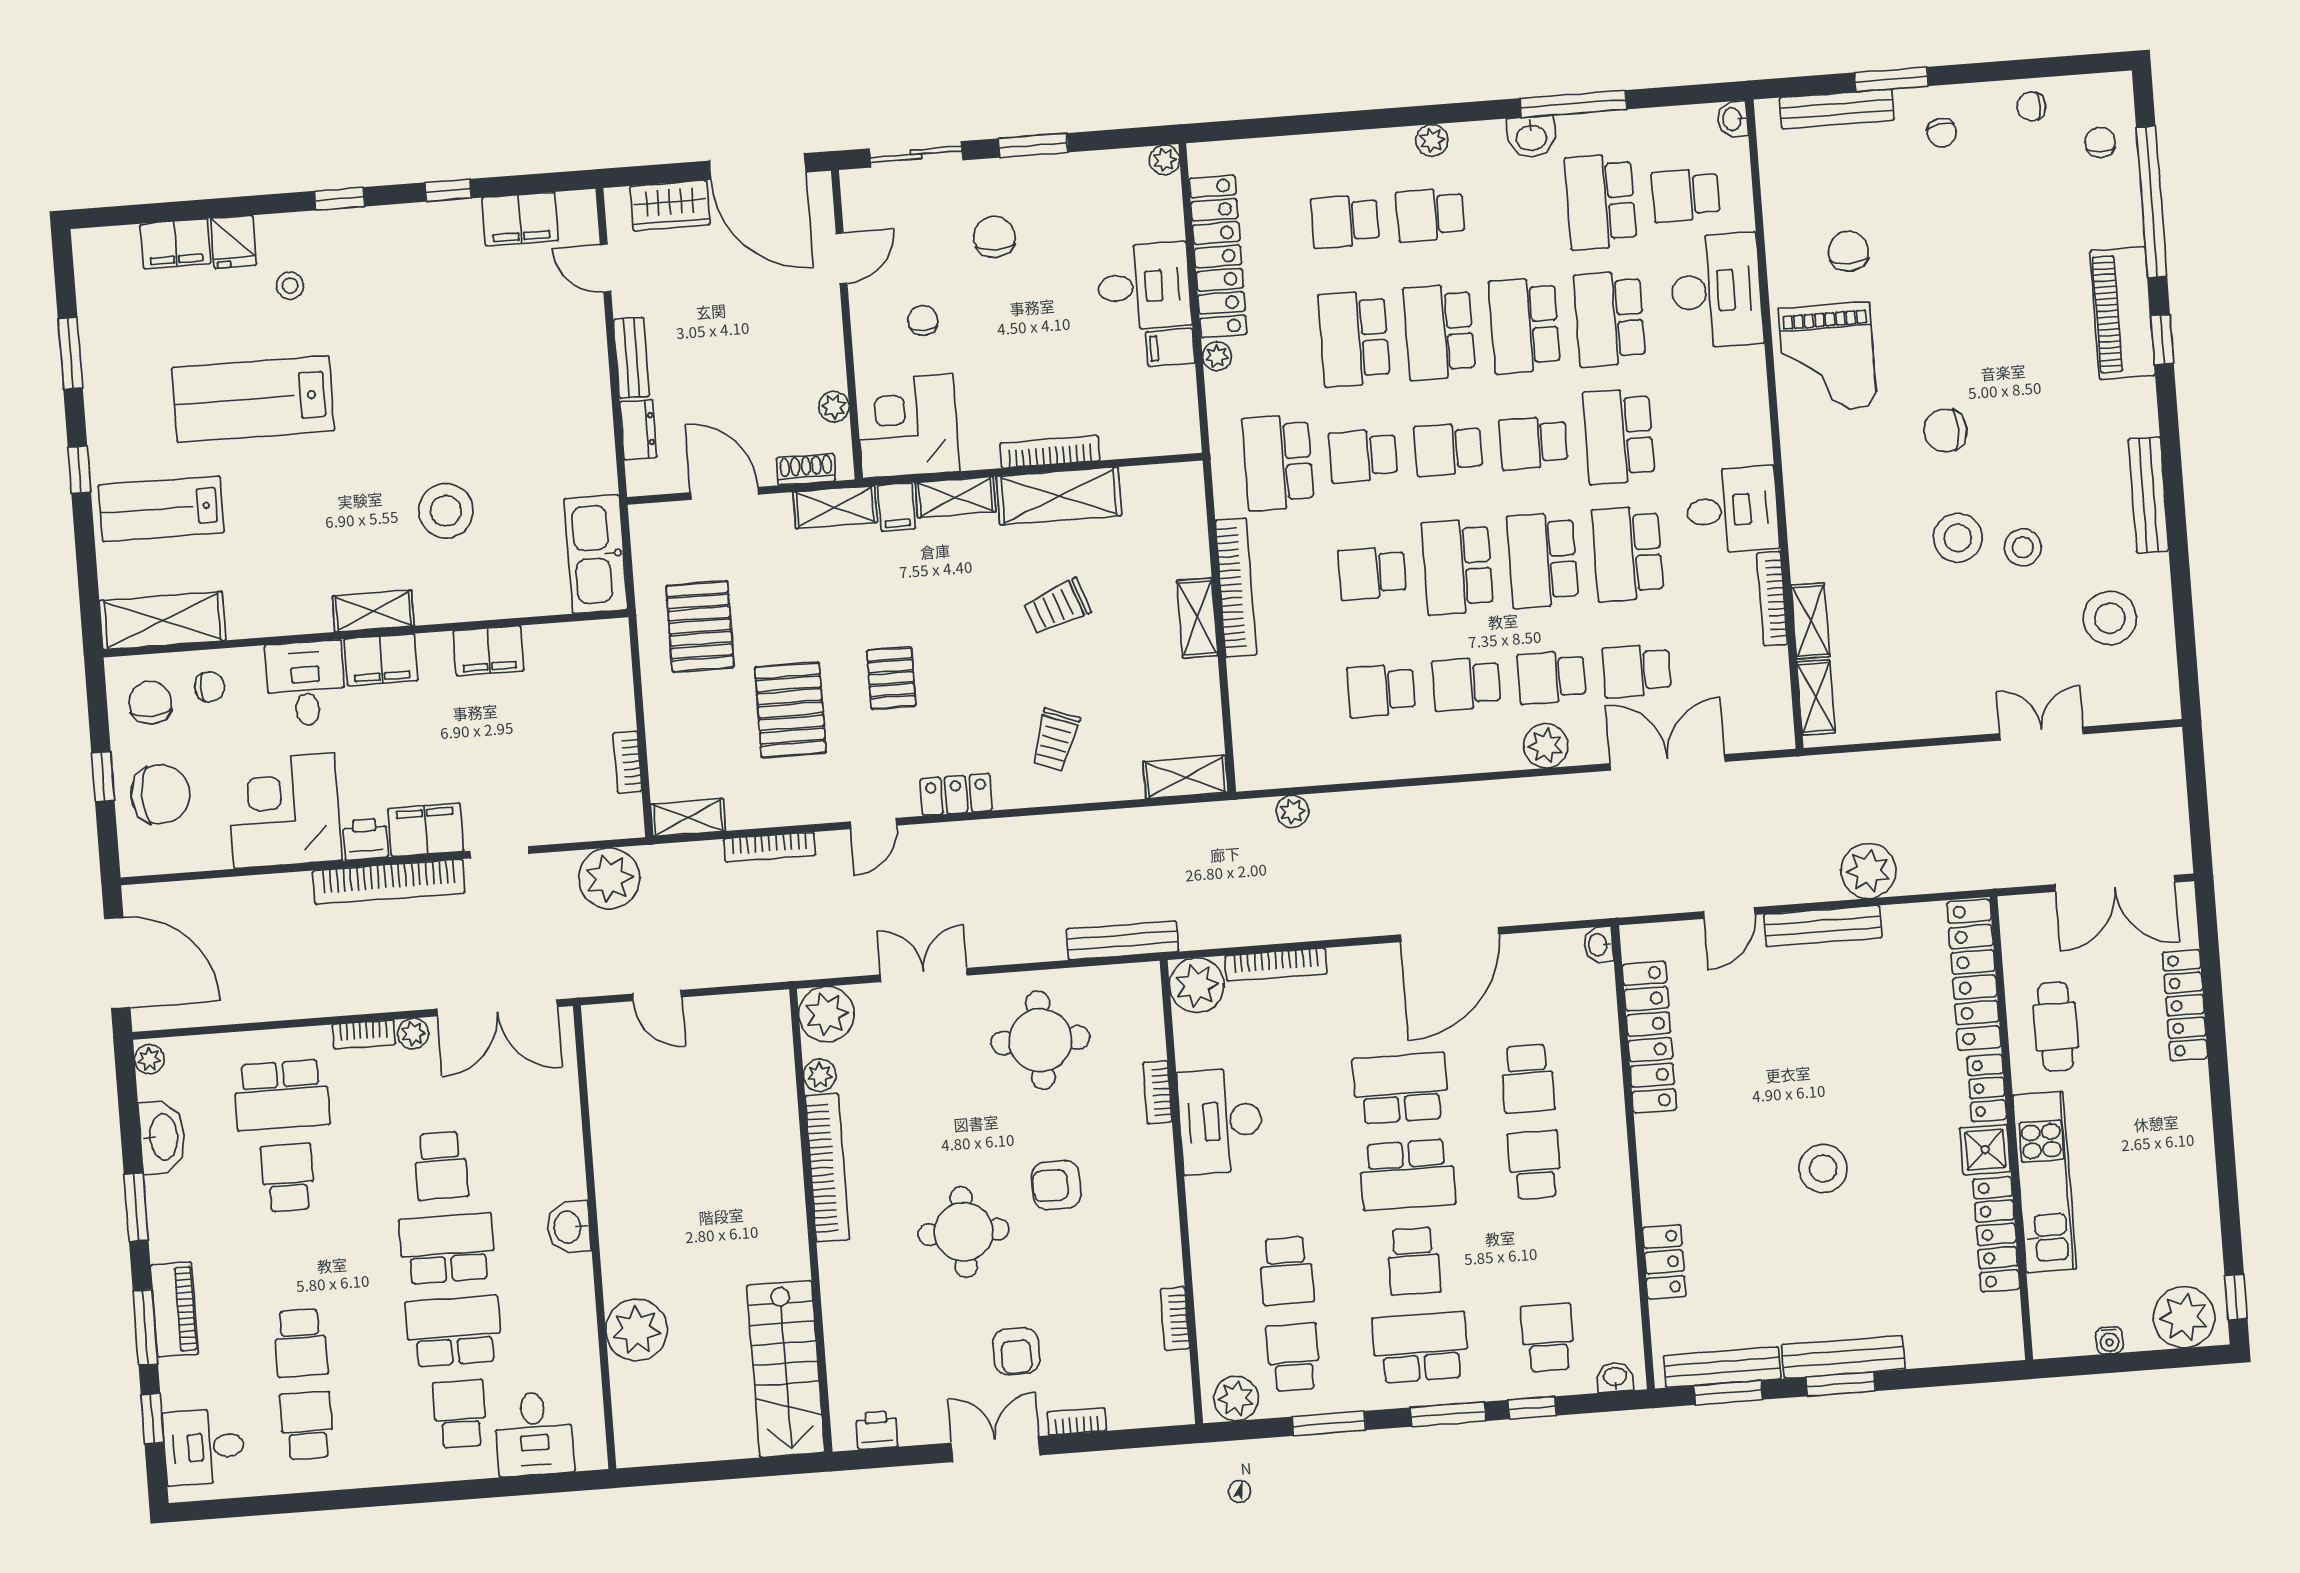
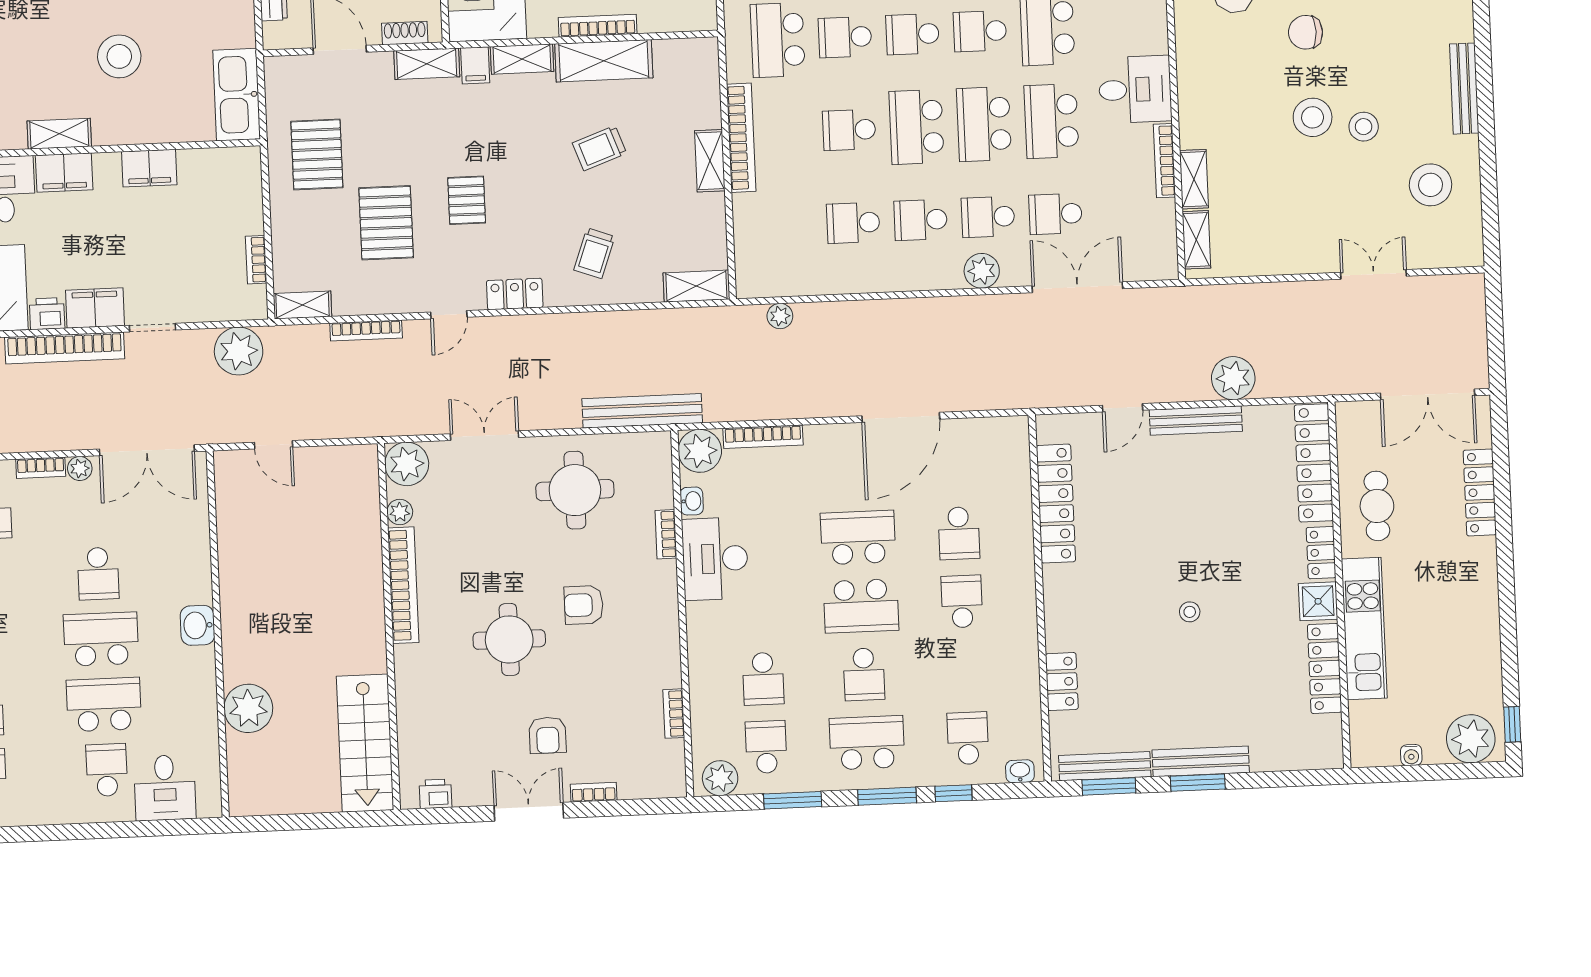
bench: (1122, 940) -> (642, 411), width x1.37, depth x1.21
washbasin: (1598, 945) -> (692, 501), moved, turned 180
stool: (1823, 1168) -> (1190, 612), width x0.53, depth x0.53

